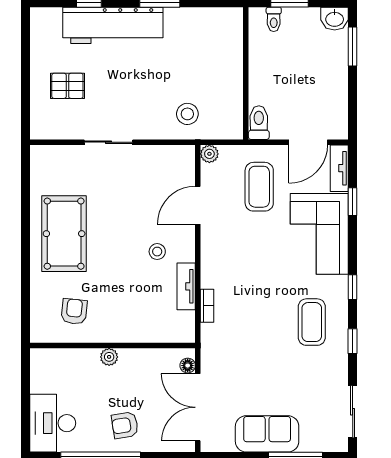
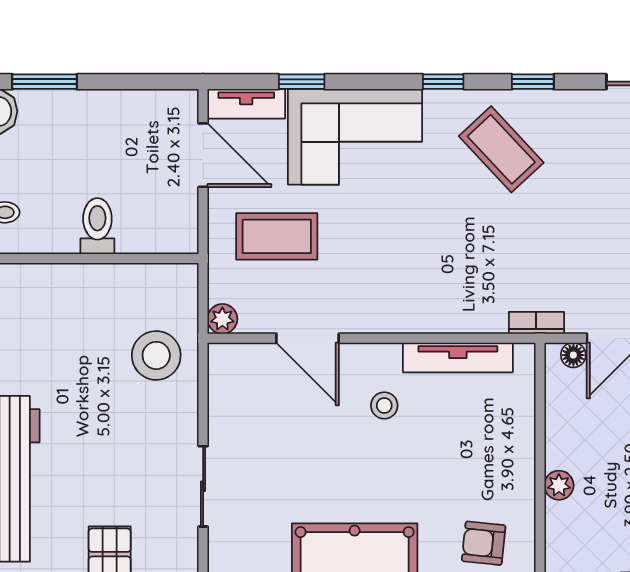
stool: (187, 114) -> (156, 355), width x1.38, depth x1.38
toilet: (259, 123) -> (97, 226), moved, turned 90
tv unit: (186, 286) -> (458, 357), width x1.41
bookcase: (207, 306) -> (536, 323), moved
coffee table: (312, 322) -> (501, 149), turned 47

